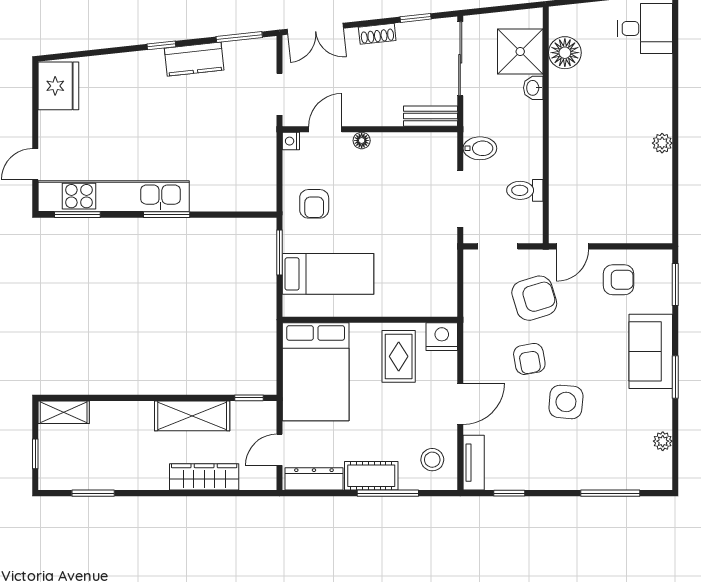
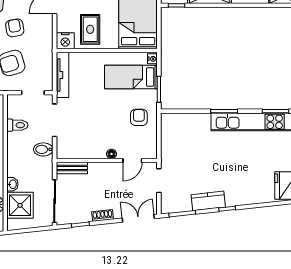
nightstand: (291, 141) -> (152, 59), moved
tv unit: (447, 277) -> (62, 75), added

